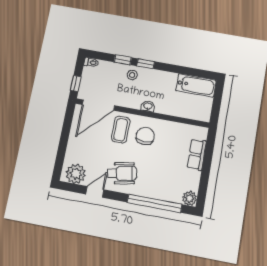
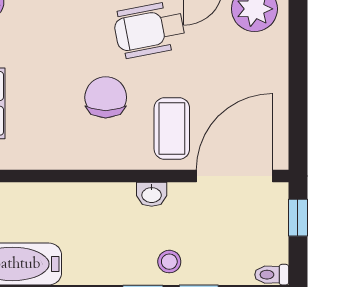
washbasin: (148, 106) -> (152, 194), moved
chair: (145, 136) -> (106, 97), moved, turned 180

